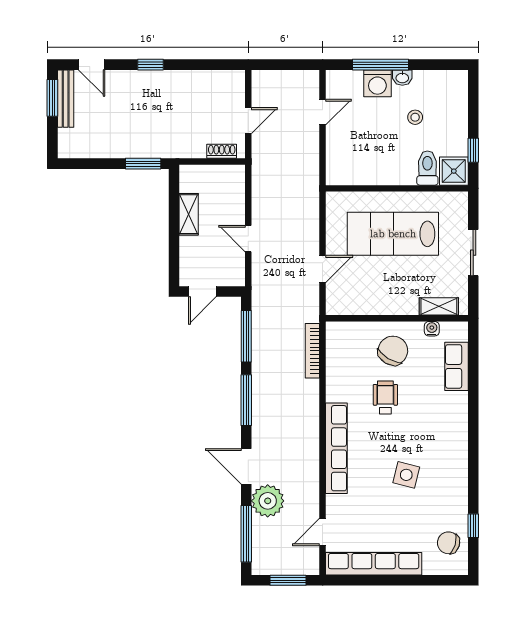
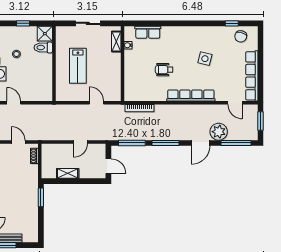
window: (473, 150) -> (23, 23), moved
lab bench: (393, 234) -> (78, 66), width x0.73, depth x0.72
chair: (393, 351) -> (139, 66), removed

